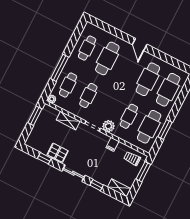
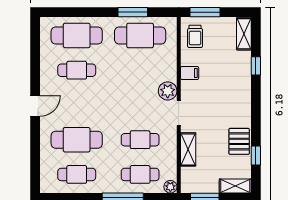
cafe table: (148, 79) -> (77, 70), width x0.73, depth x0.74
cafe table: (129, 116) -> (140, 70), removed
shelving: (33, 137) -> (235, 186), added
sliding door: (73, 173) -> (256, 106), removed

